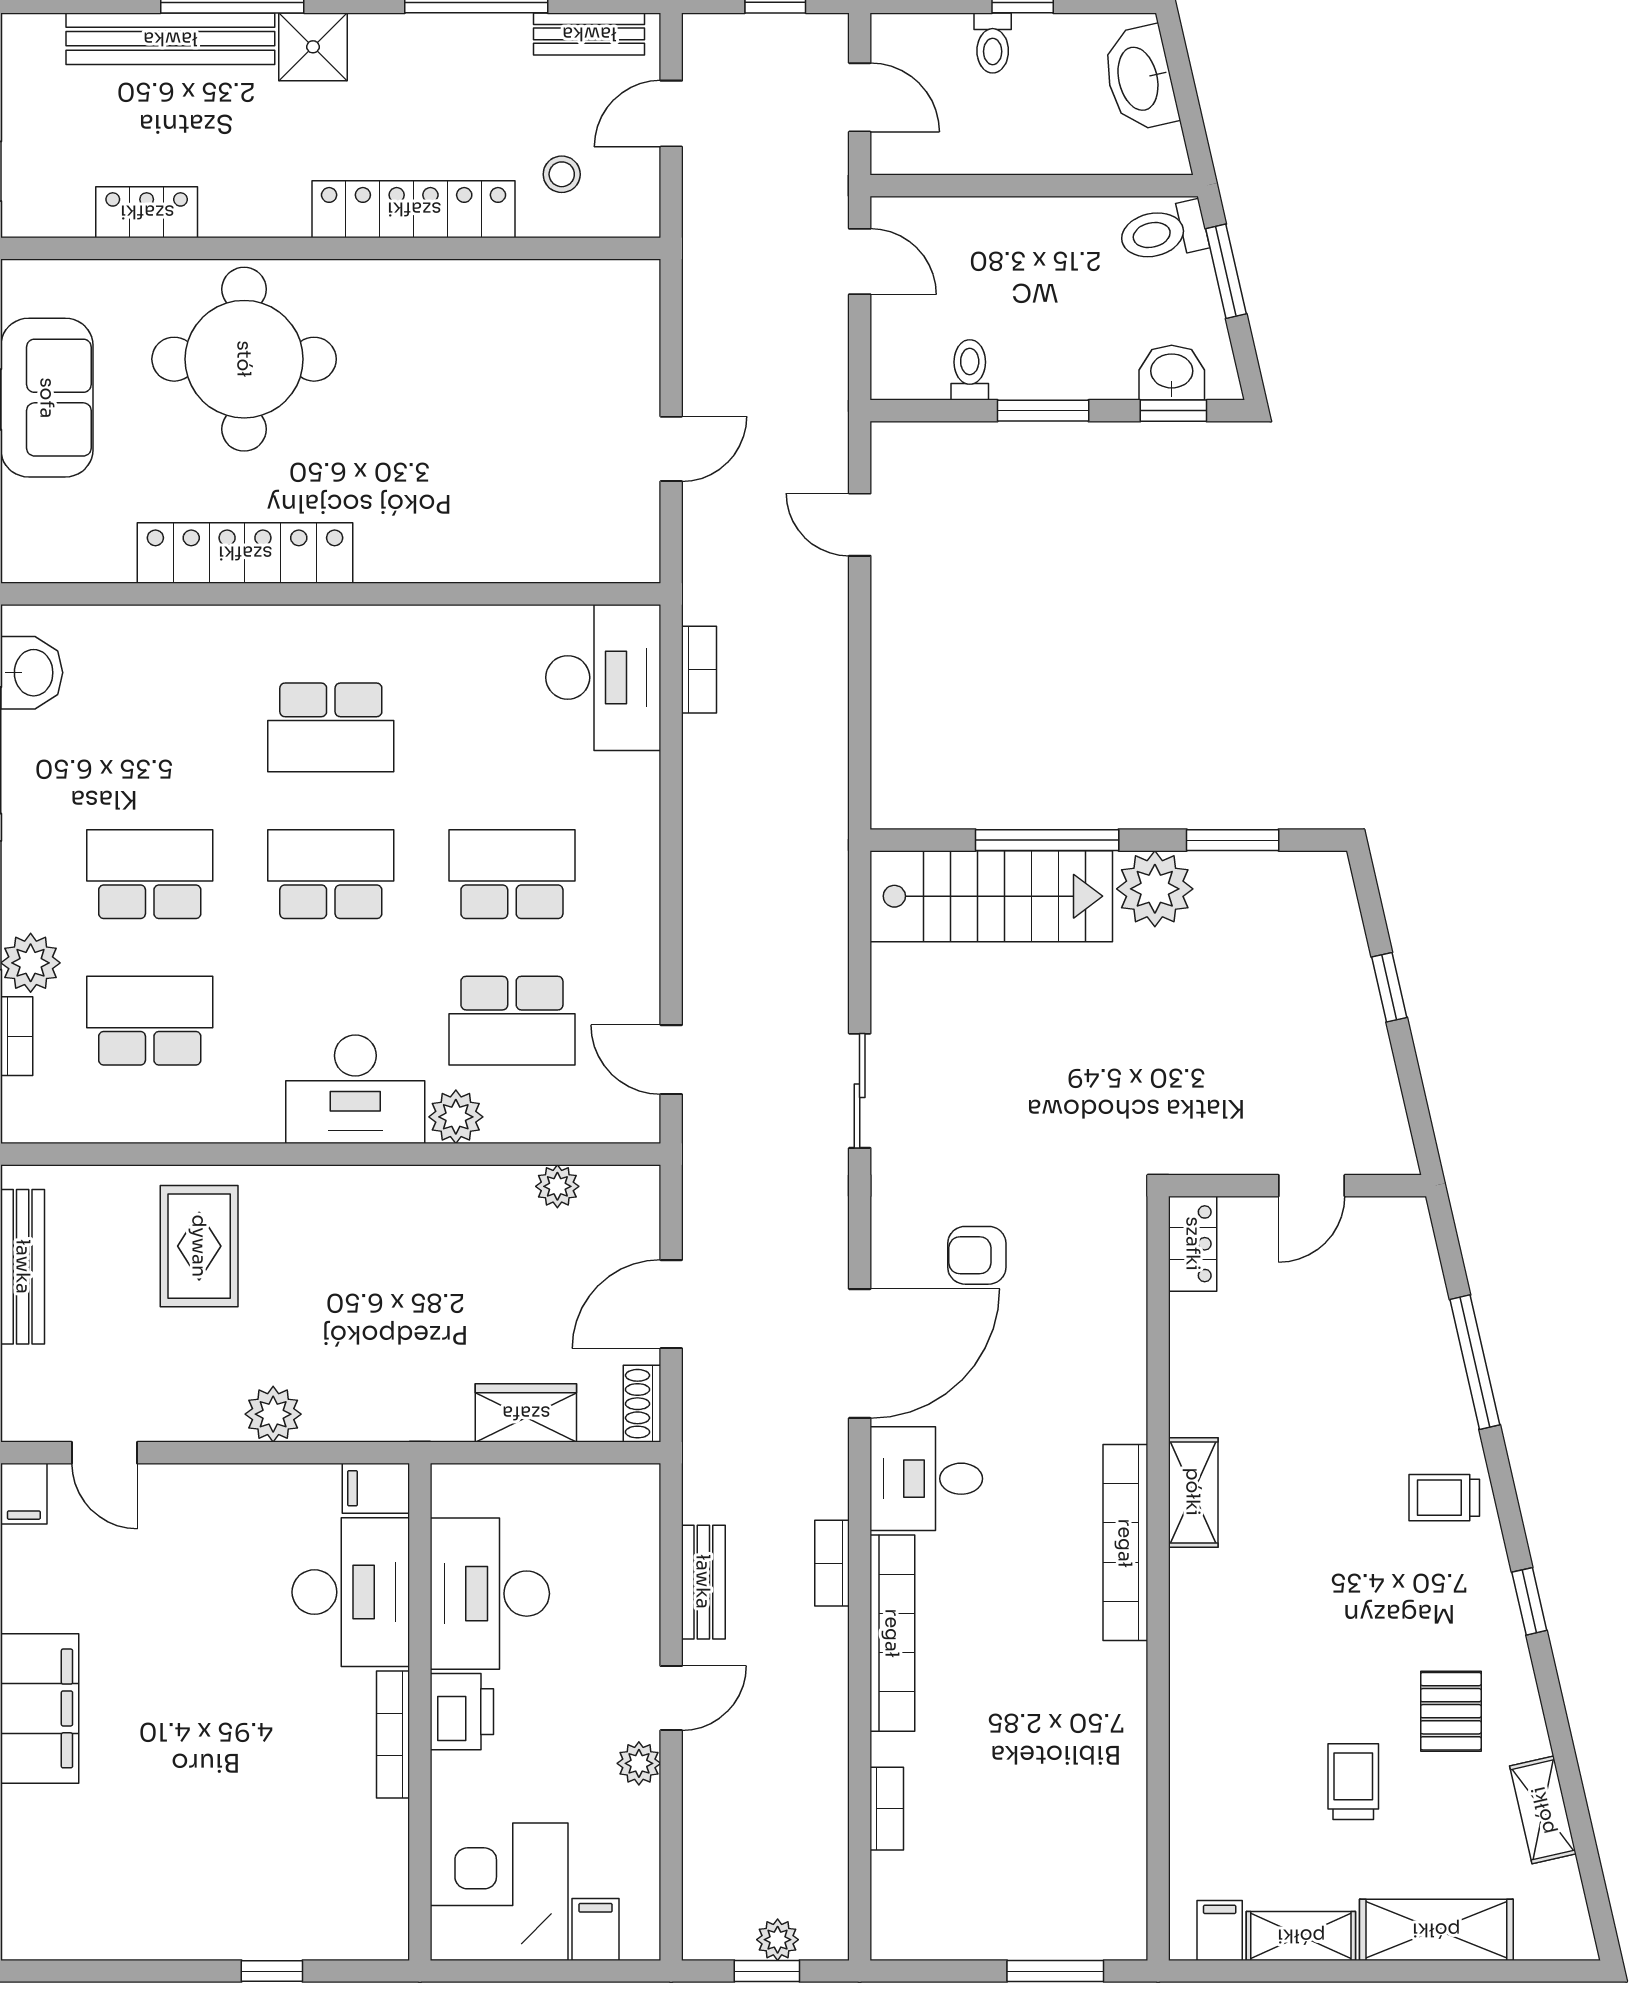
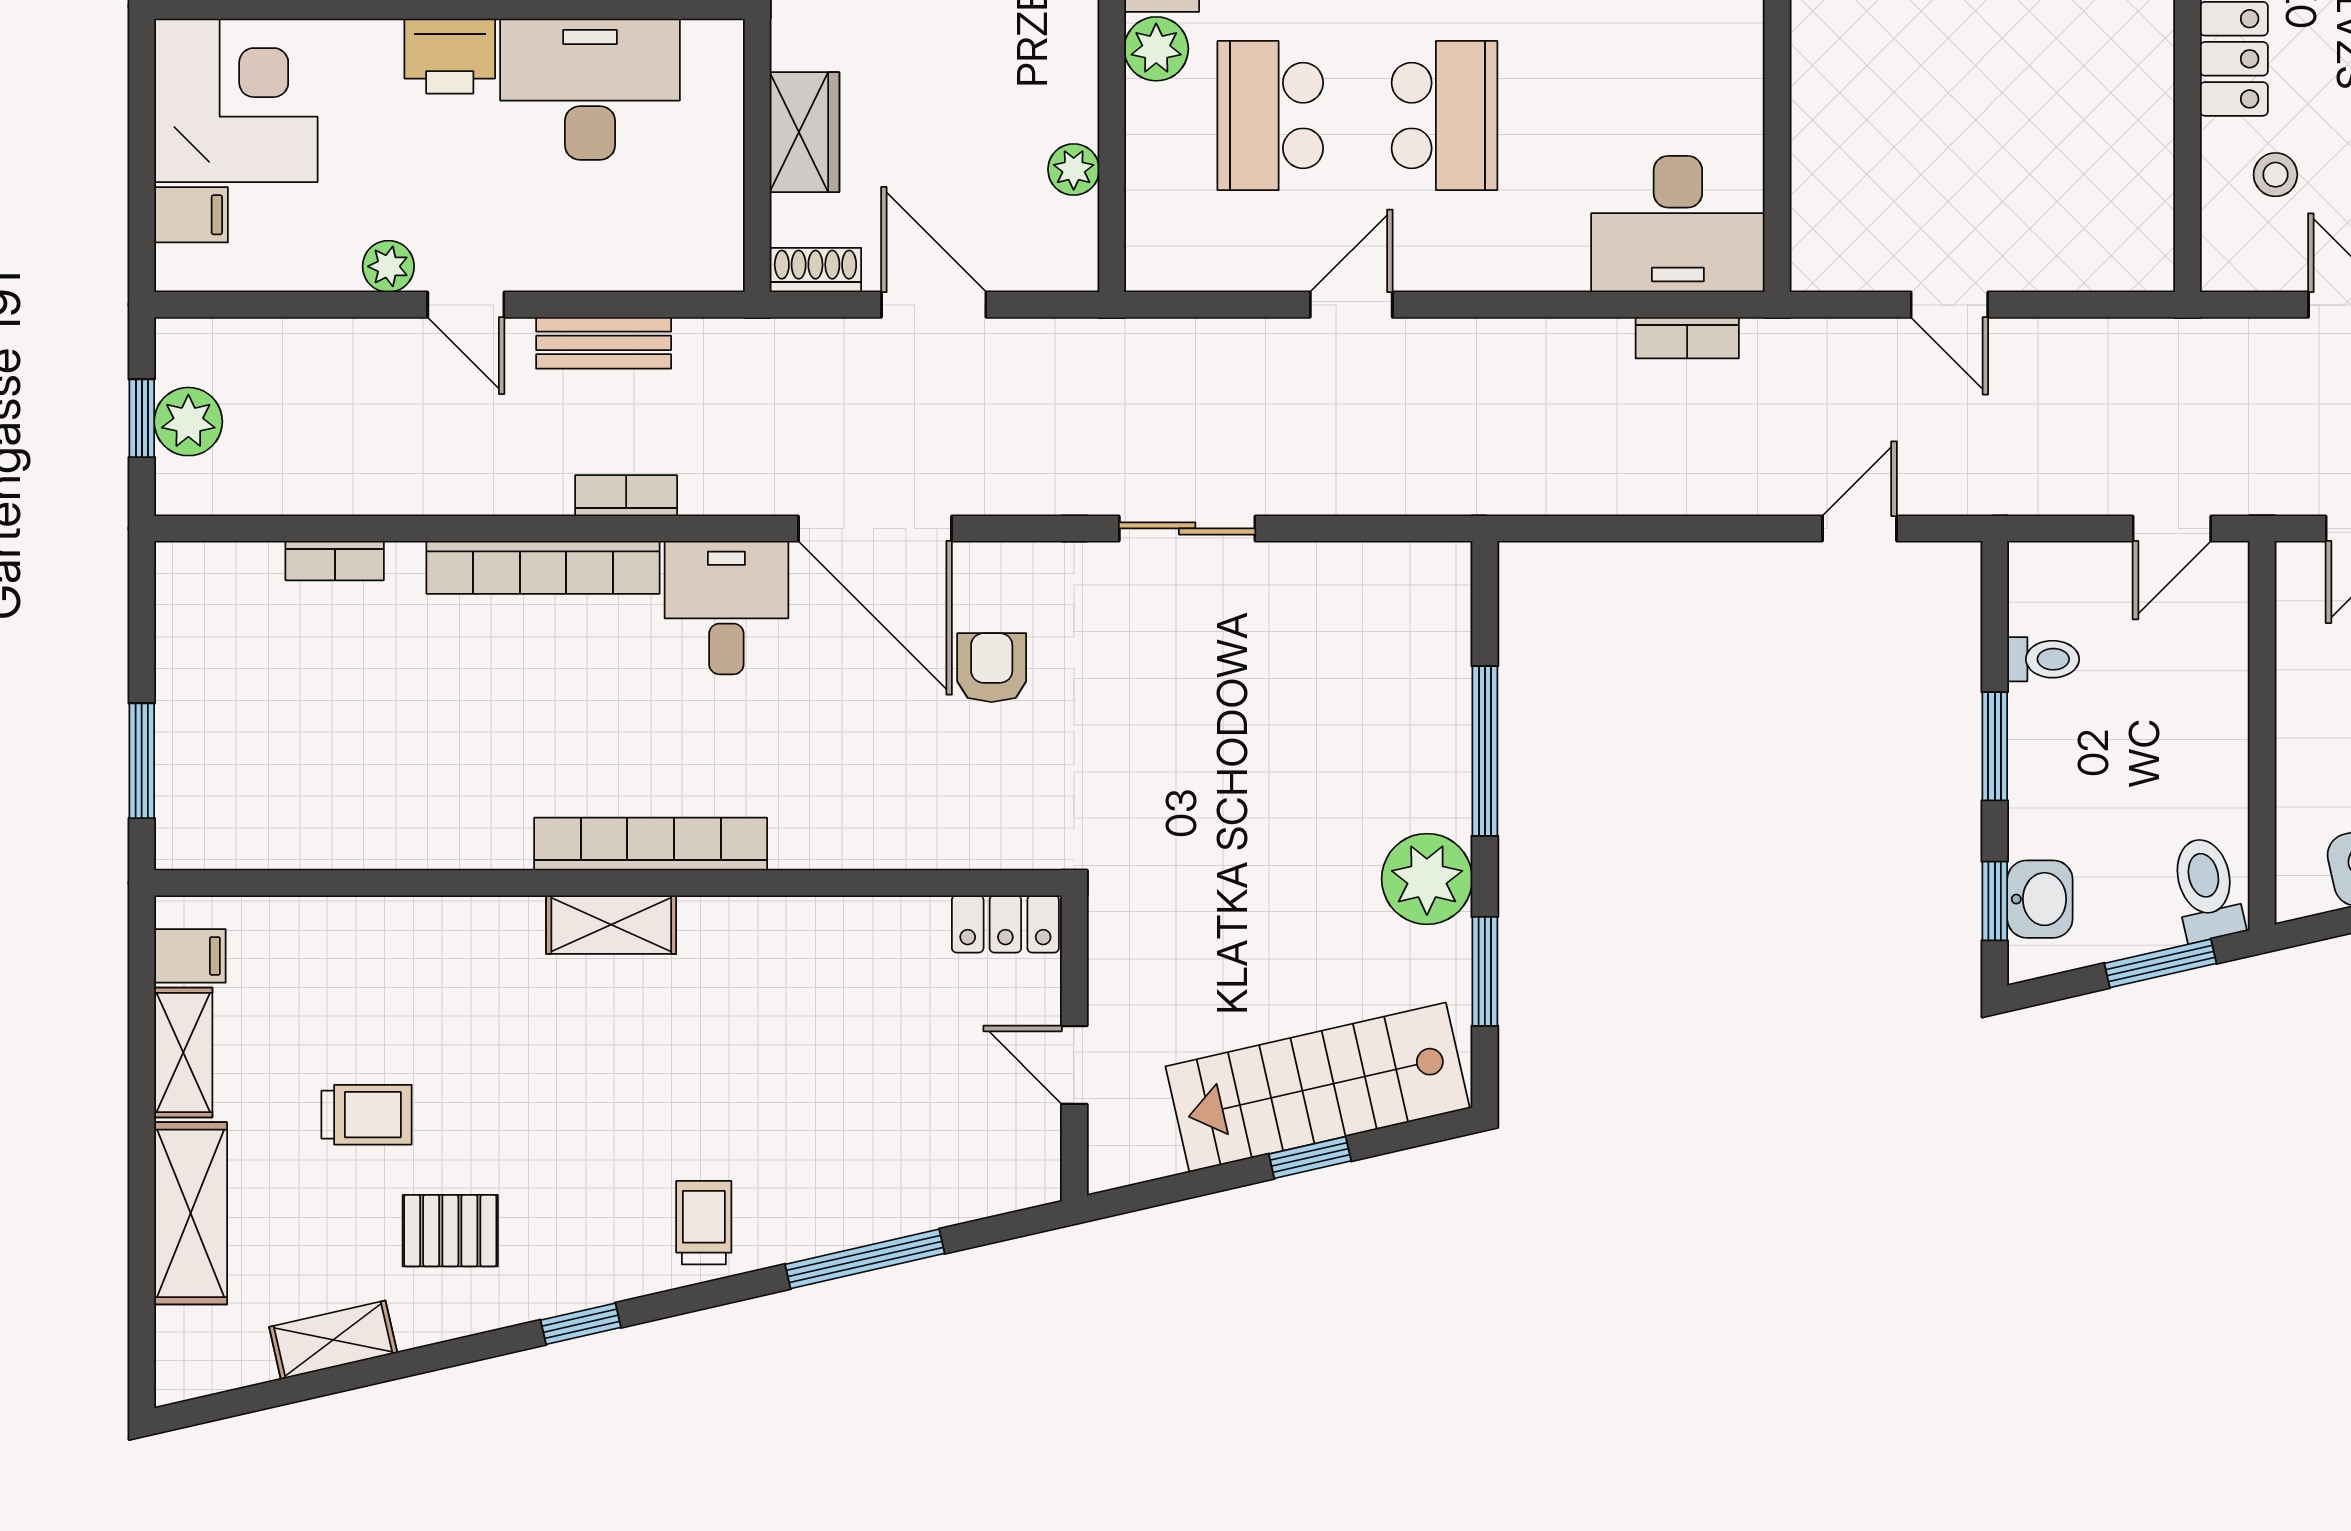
stairs: (991, 896) -> (1318, 1087), moved, turned 77
door: (671, 1060) -> (1351, 305), moved
shelving: (1193, 1492) -> (611, 925), moved
plant: (778, 1940) -> (188, 422), width x1.38, depth x1.38

